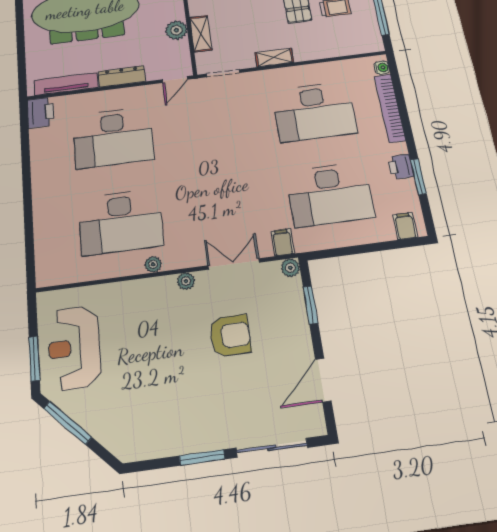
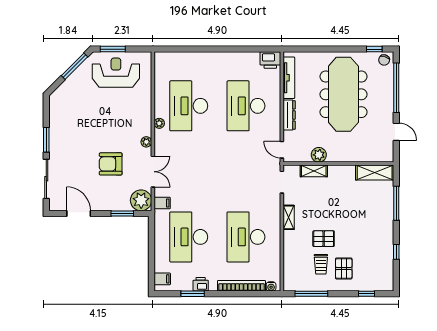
plant: (290, 268) -> (141, 200), width x1.87, depth x1.87
armchair: (230, 336) -> (111, 164), turned 90

